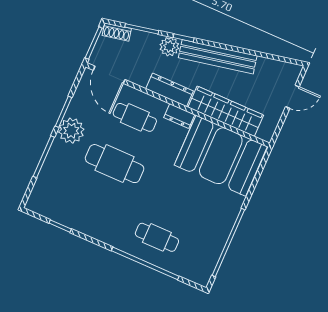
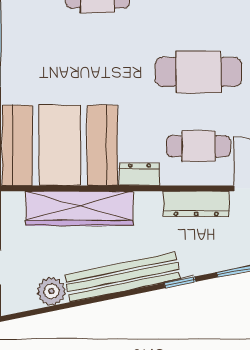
plant: (169, 47) -> (51, 291), moved
dresser: (170, 90) -> (196, 204), moved

